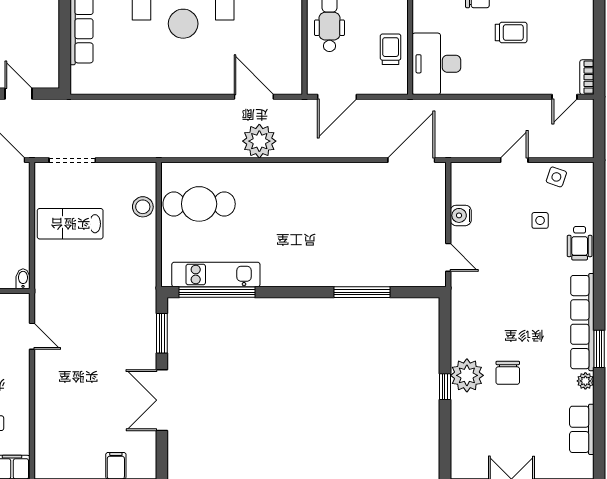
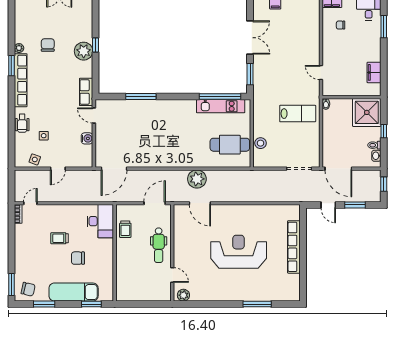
lab bench: (70, 224) -> (298, 114), moved
wheelchair: (580, 243) -> (22, 123), turned 180
chair: (508, 373) -> (48, 45), moved
row of seats: (582, 429) -> (86, 92), moved, turned 180

